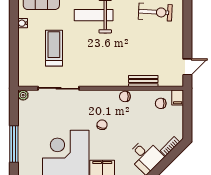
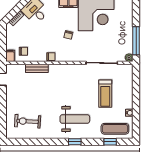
window: (14, 144) -> (136, 41), moved

